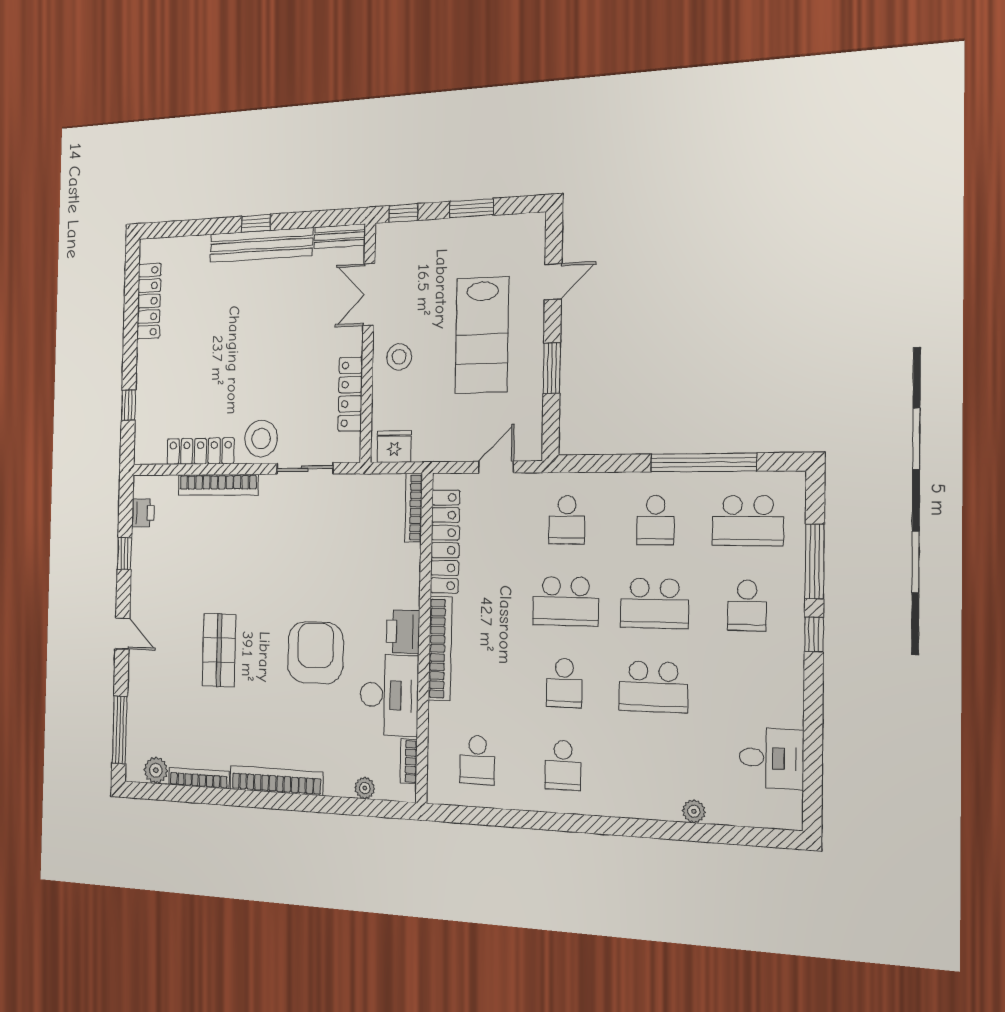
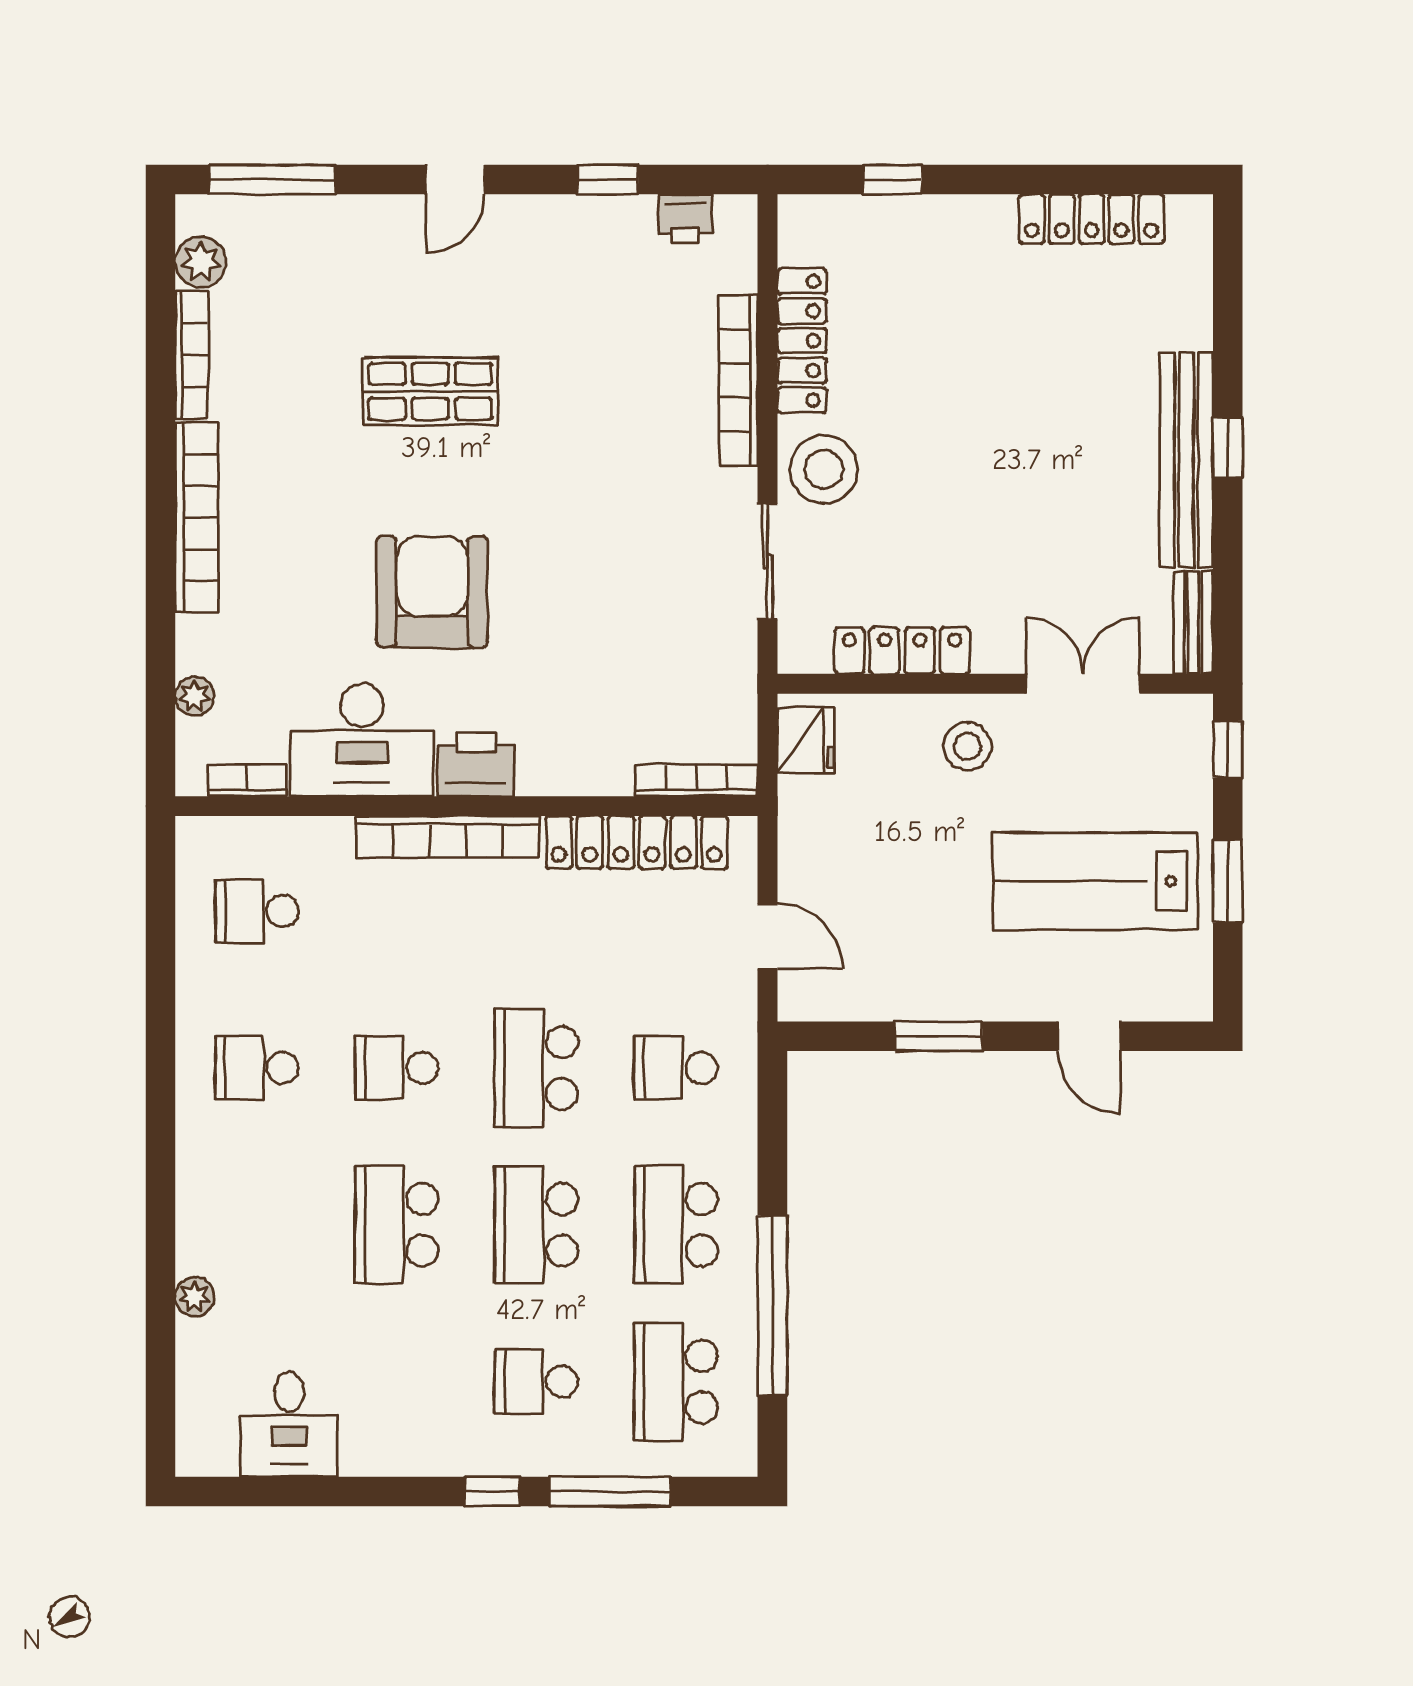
lab bench: (482, 335) -> (1095, 881), moved
school desk: (655, 520) -> (676, 1225), width x1.85
armchair: (316, 653) -> (432, 592), turned -90

